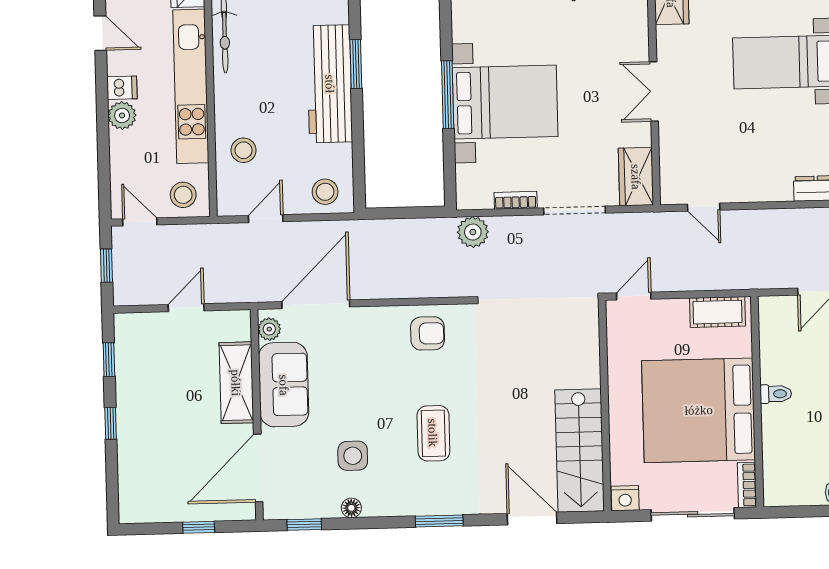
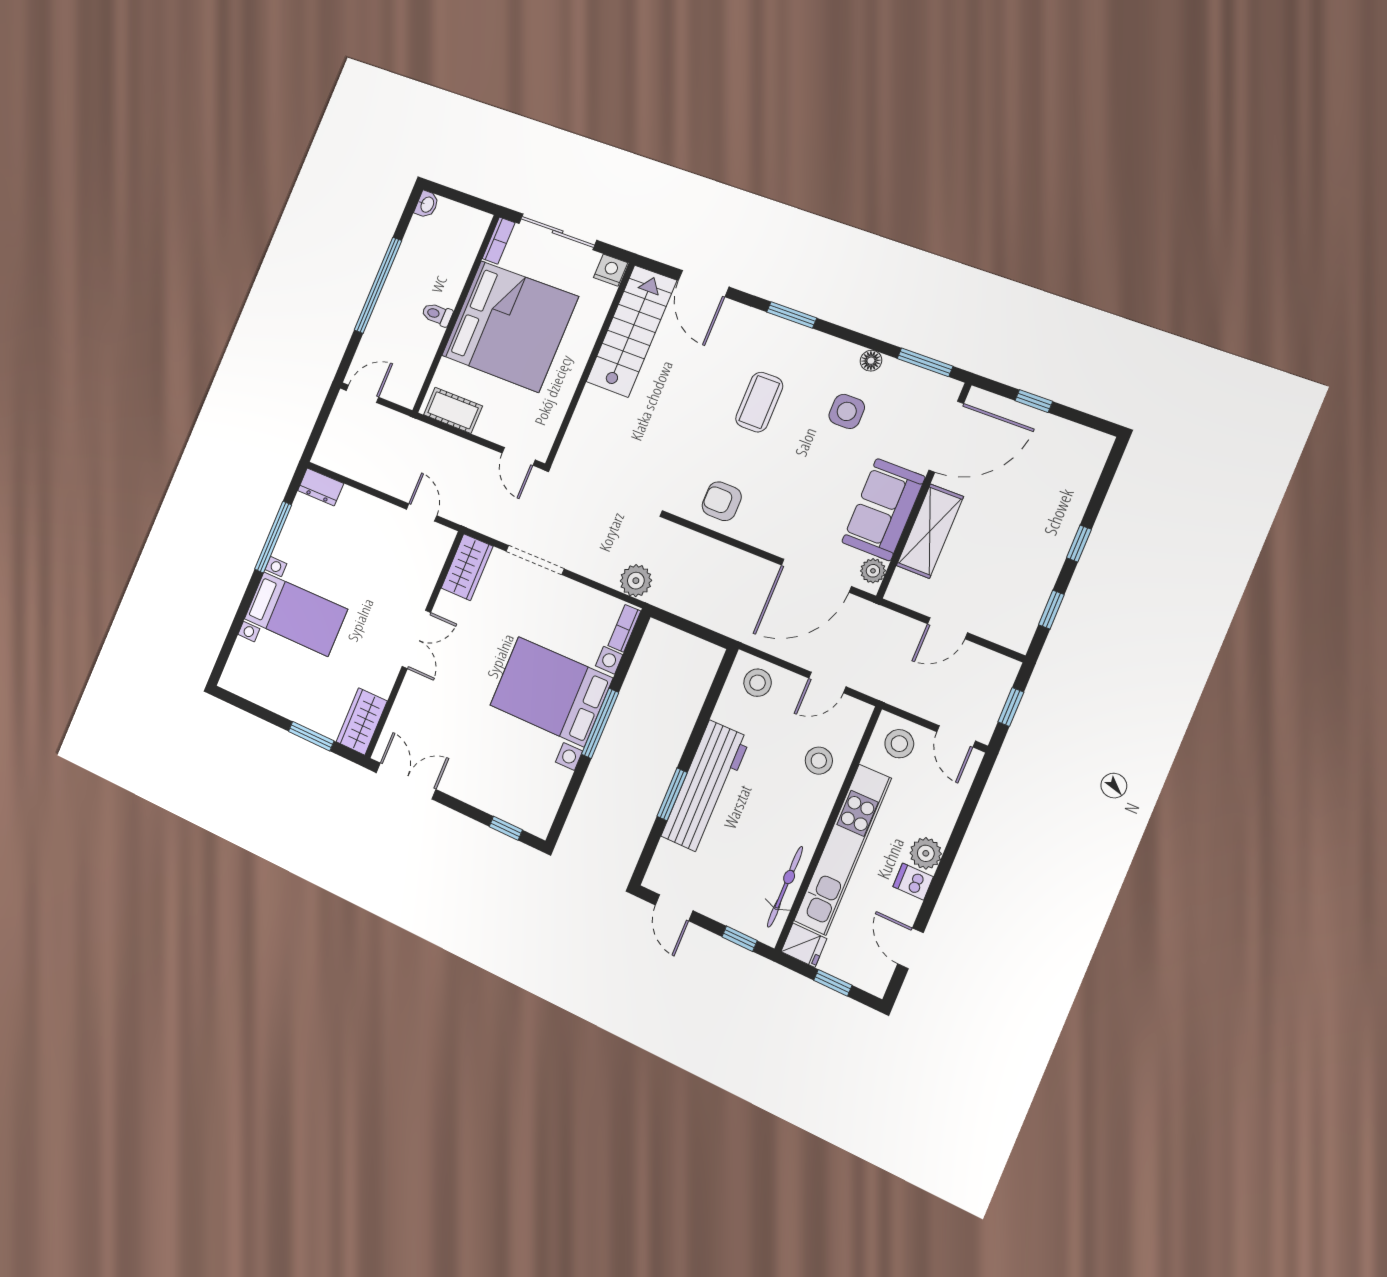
bookcase: (516, 200) -> (624, 628), moved, turned 90
door: (634, 296) -> (519, 456), hinge flipped
window: (304, 525) -> (925, 362), width x1.50

